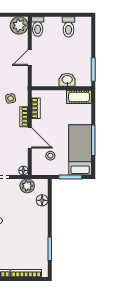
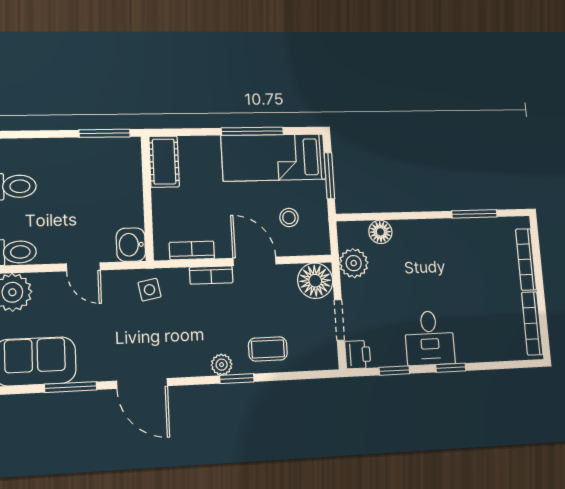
washbasin: (67, 80) -> (131, 245), moved
side table: (11, 98) -> (149, 290), moved
door: (30, 138) -> (255, 261), hinge flipped
floor lamp: (23, 170) -> (315, 281), width x1.89, depth x1.89

